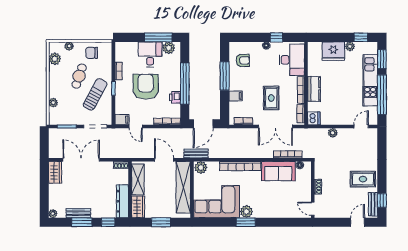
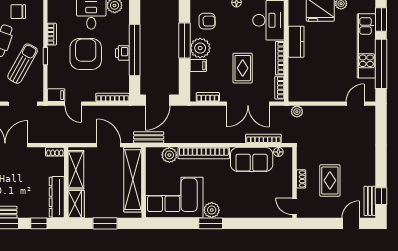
plant: (237, 82) -> (200, 48), added
kitchen counter: (314, 89) -> (296, 42), moved
printer: (175, 97) -> (122, 53), moved
dishwasher: (314, 118) -> (296, 93), removed
plant: (333, 133) -> (297, 112), moved
plant: (201, 168) -> (169, 155), moved
rug: (363, 179) -> (330, 180), moved, turned 90

